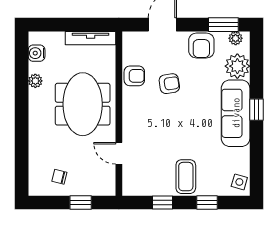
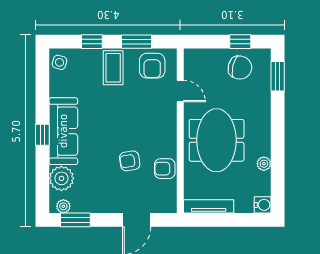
armchair: (201, 46) -> (152, 66), moved, turned 180
water cooler: (37, 53) -> (263, 205), moved
window: (22, 168) -> (278, 76), added
chair: (59, 177) -> (240, 68), width x1.87, depth x1.87
window: (81, 203) -> (240, 42), moved
window: (162, 203) -> (137, 42), width x1.50

